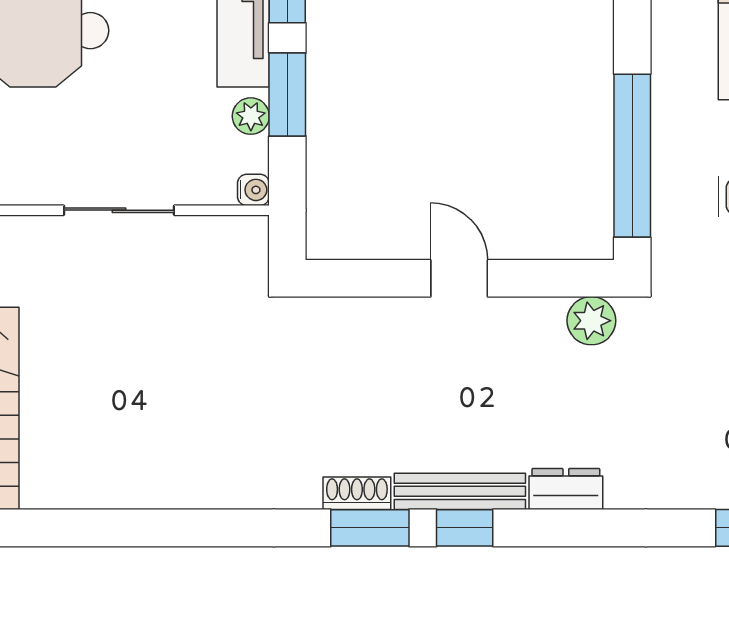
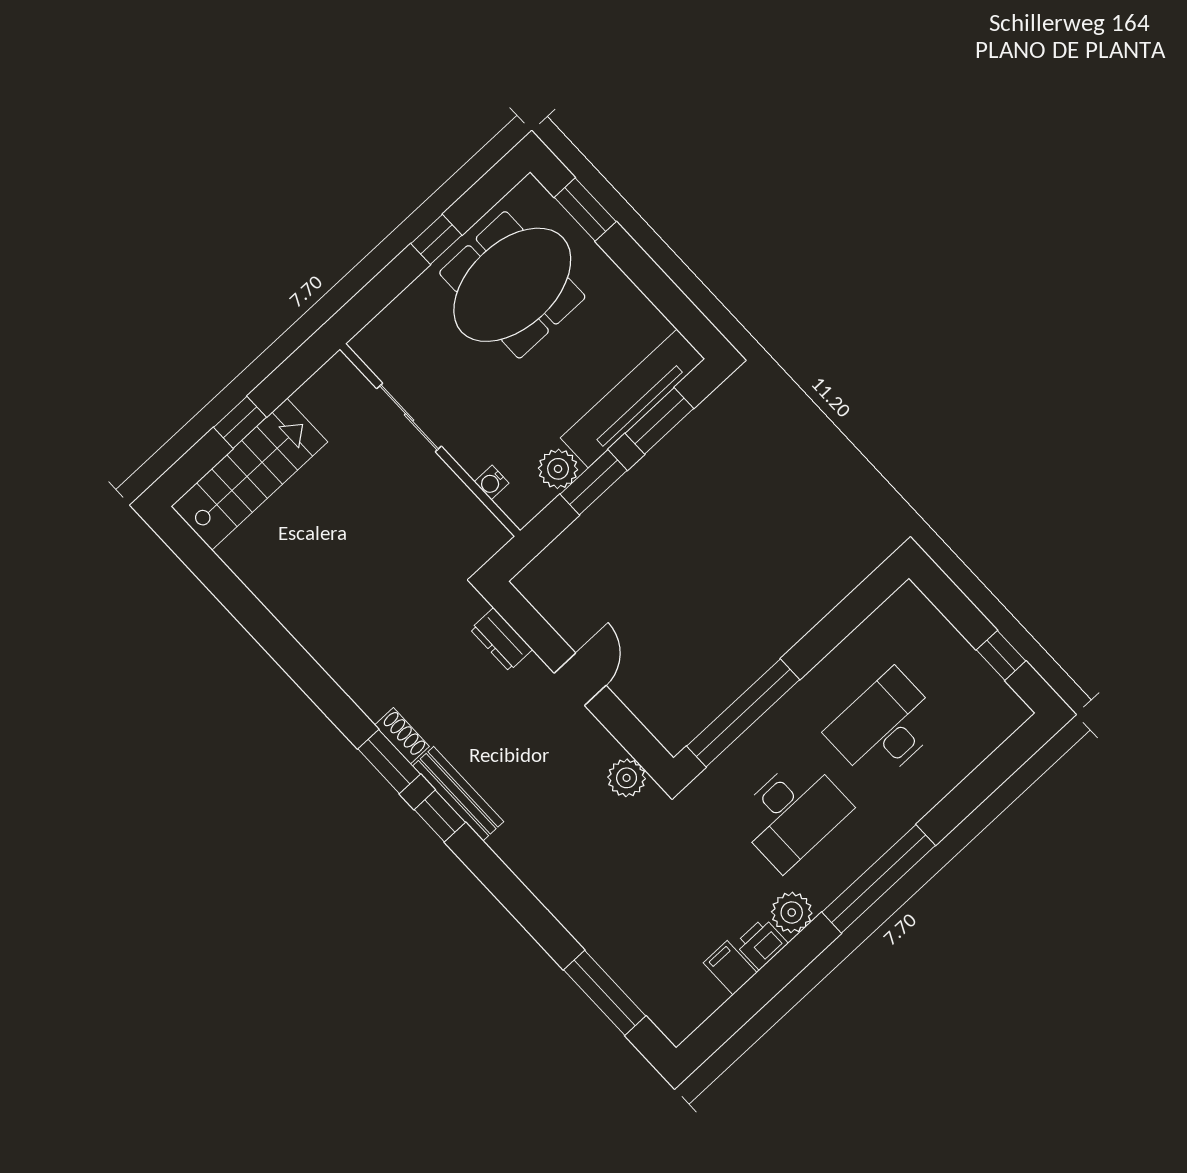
plant: (251, 116) -> (558, 469), width x1.38, depth x1.38
water cooler: (253, 190) -> (492, 482), moved, turned 90
sliding door: (119, 210) -> (409, 417), moved
dresser: (566, 489) -> (501, 639), moved, turned 180

